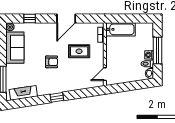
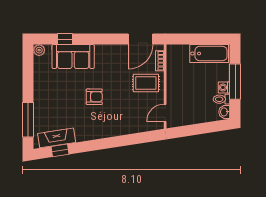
door: (66, 18) -> (140, 39), moved
bathtub: (120, 29) -> (209, 54), moved
sofa: (15, 48) -> (73, 56), moved, turned 90
rug: (79, 51) -> (146, 83), moved
window: (57, 97) -> (60, 150), moved

